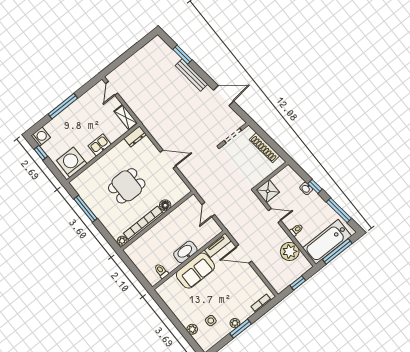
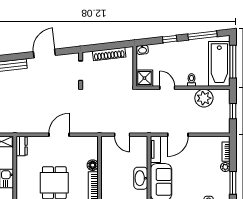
washbasin: (306, 188) -> (142, 50), moved
door: (275, 216) -> (167, 88), hinge flipped
plant: (235, 323) -> (225, 167), moved

